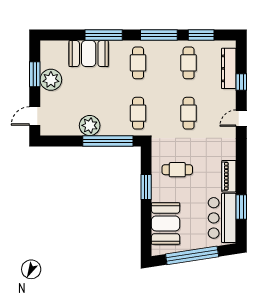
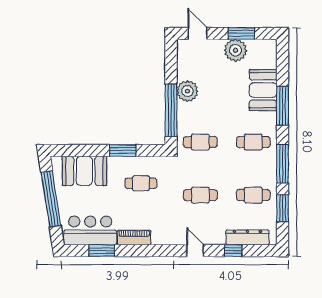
cafe table: (177, 170) -> (141, 183), turned 90

